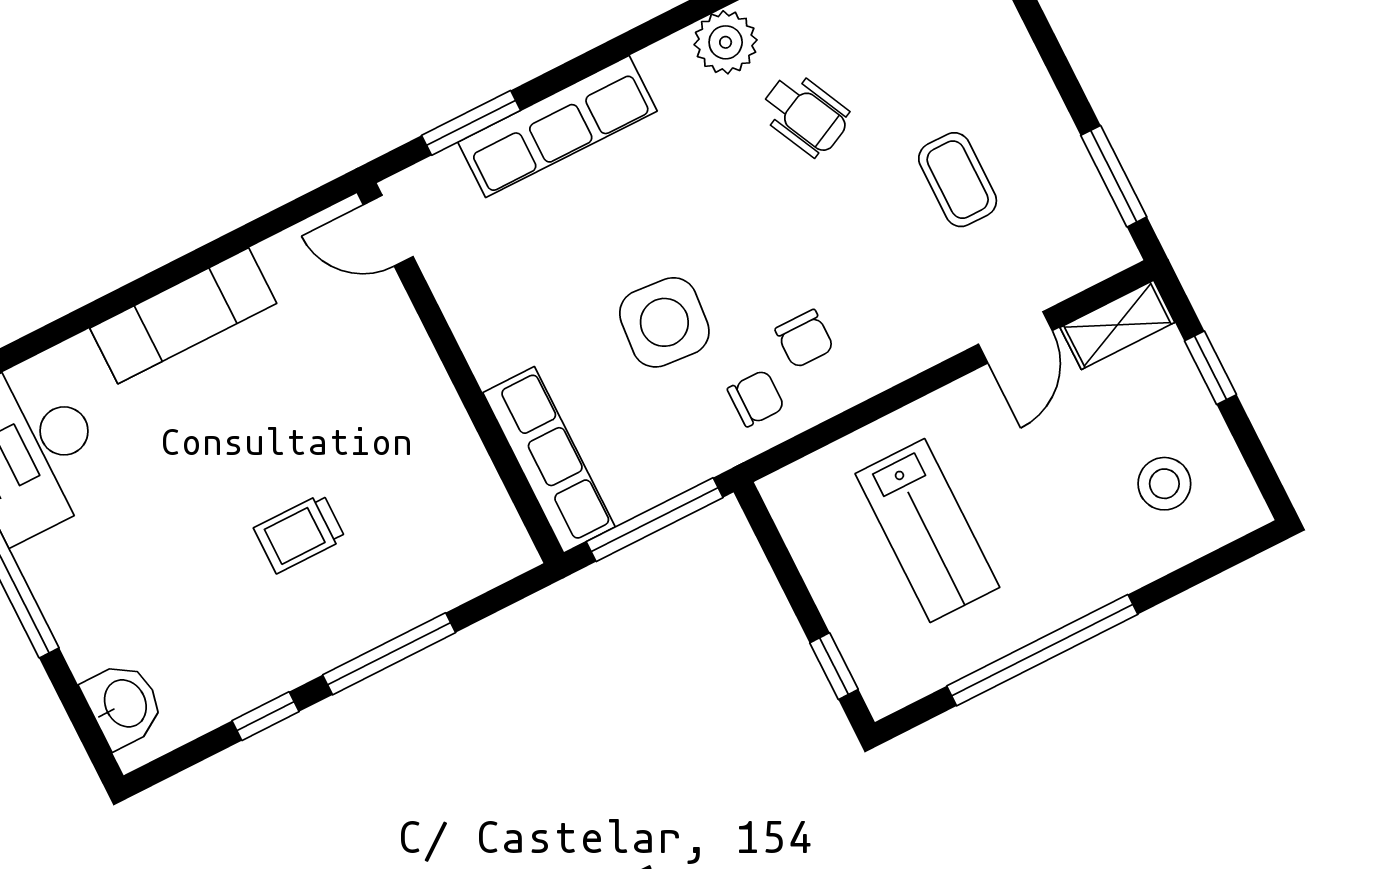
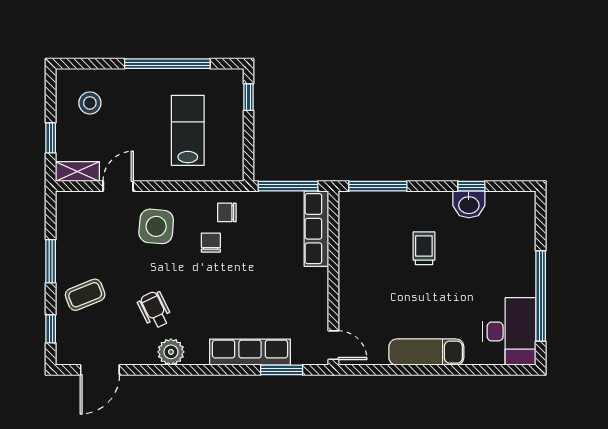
window: (1114, 176) -> (51, 261), moved
coffee table: (958, 180) -> (85, 295), moved, turned 68
side table: (664, 322) -> (156, 226), moved
chair: (804, 339) -> (211, 243), moved
trolley: (300, 533) -> (424, 248), turned -90
window: (389, 654) -> (378, 186), moved
washbasin: (124, 704) -> (469, 204), moved, turned -90

